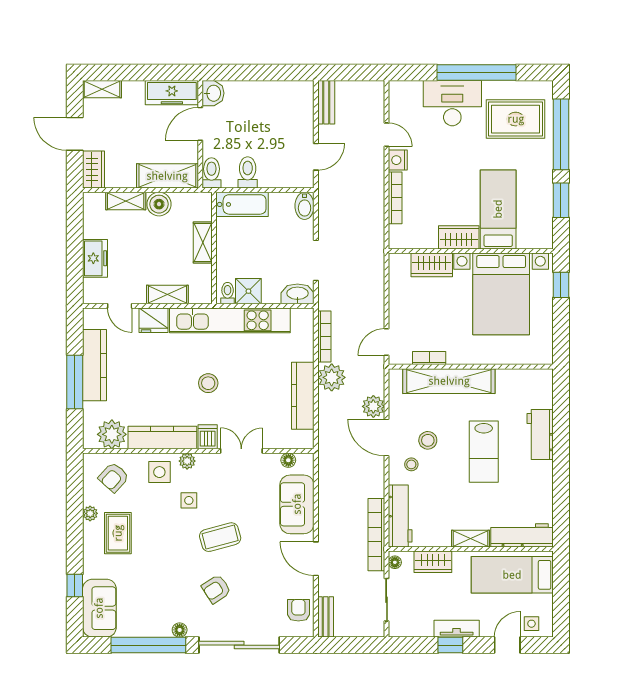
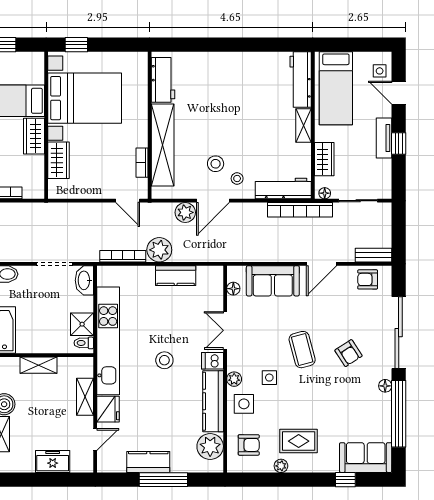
kitchen counter: (95, 365) -> (148, 462), width x0.67
kitchen counter: (303, 396) -> (176, 276), width x0.67
workbench: (540, 435) -> (163, 80), moved, turned -90
lab bench: (484, 452) -> (226, 114), removed
armchair: (114, 477) -> (249, 445), turned -42

